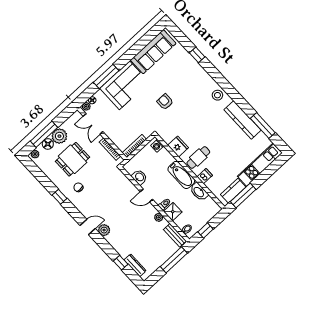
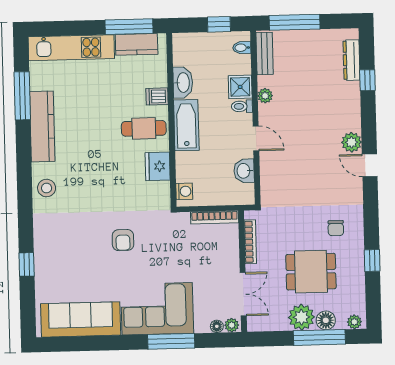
window: (59, 197) -> (372, 260), moved

